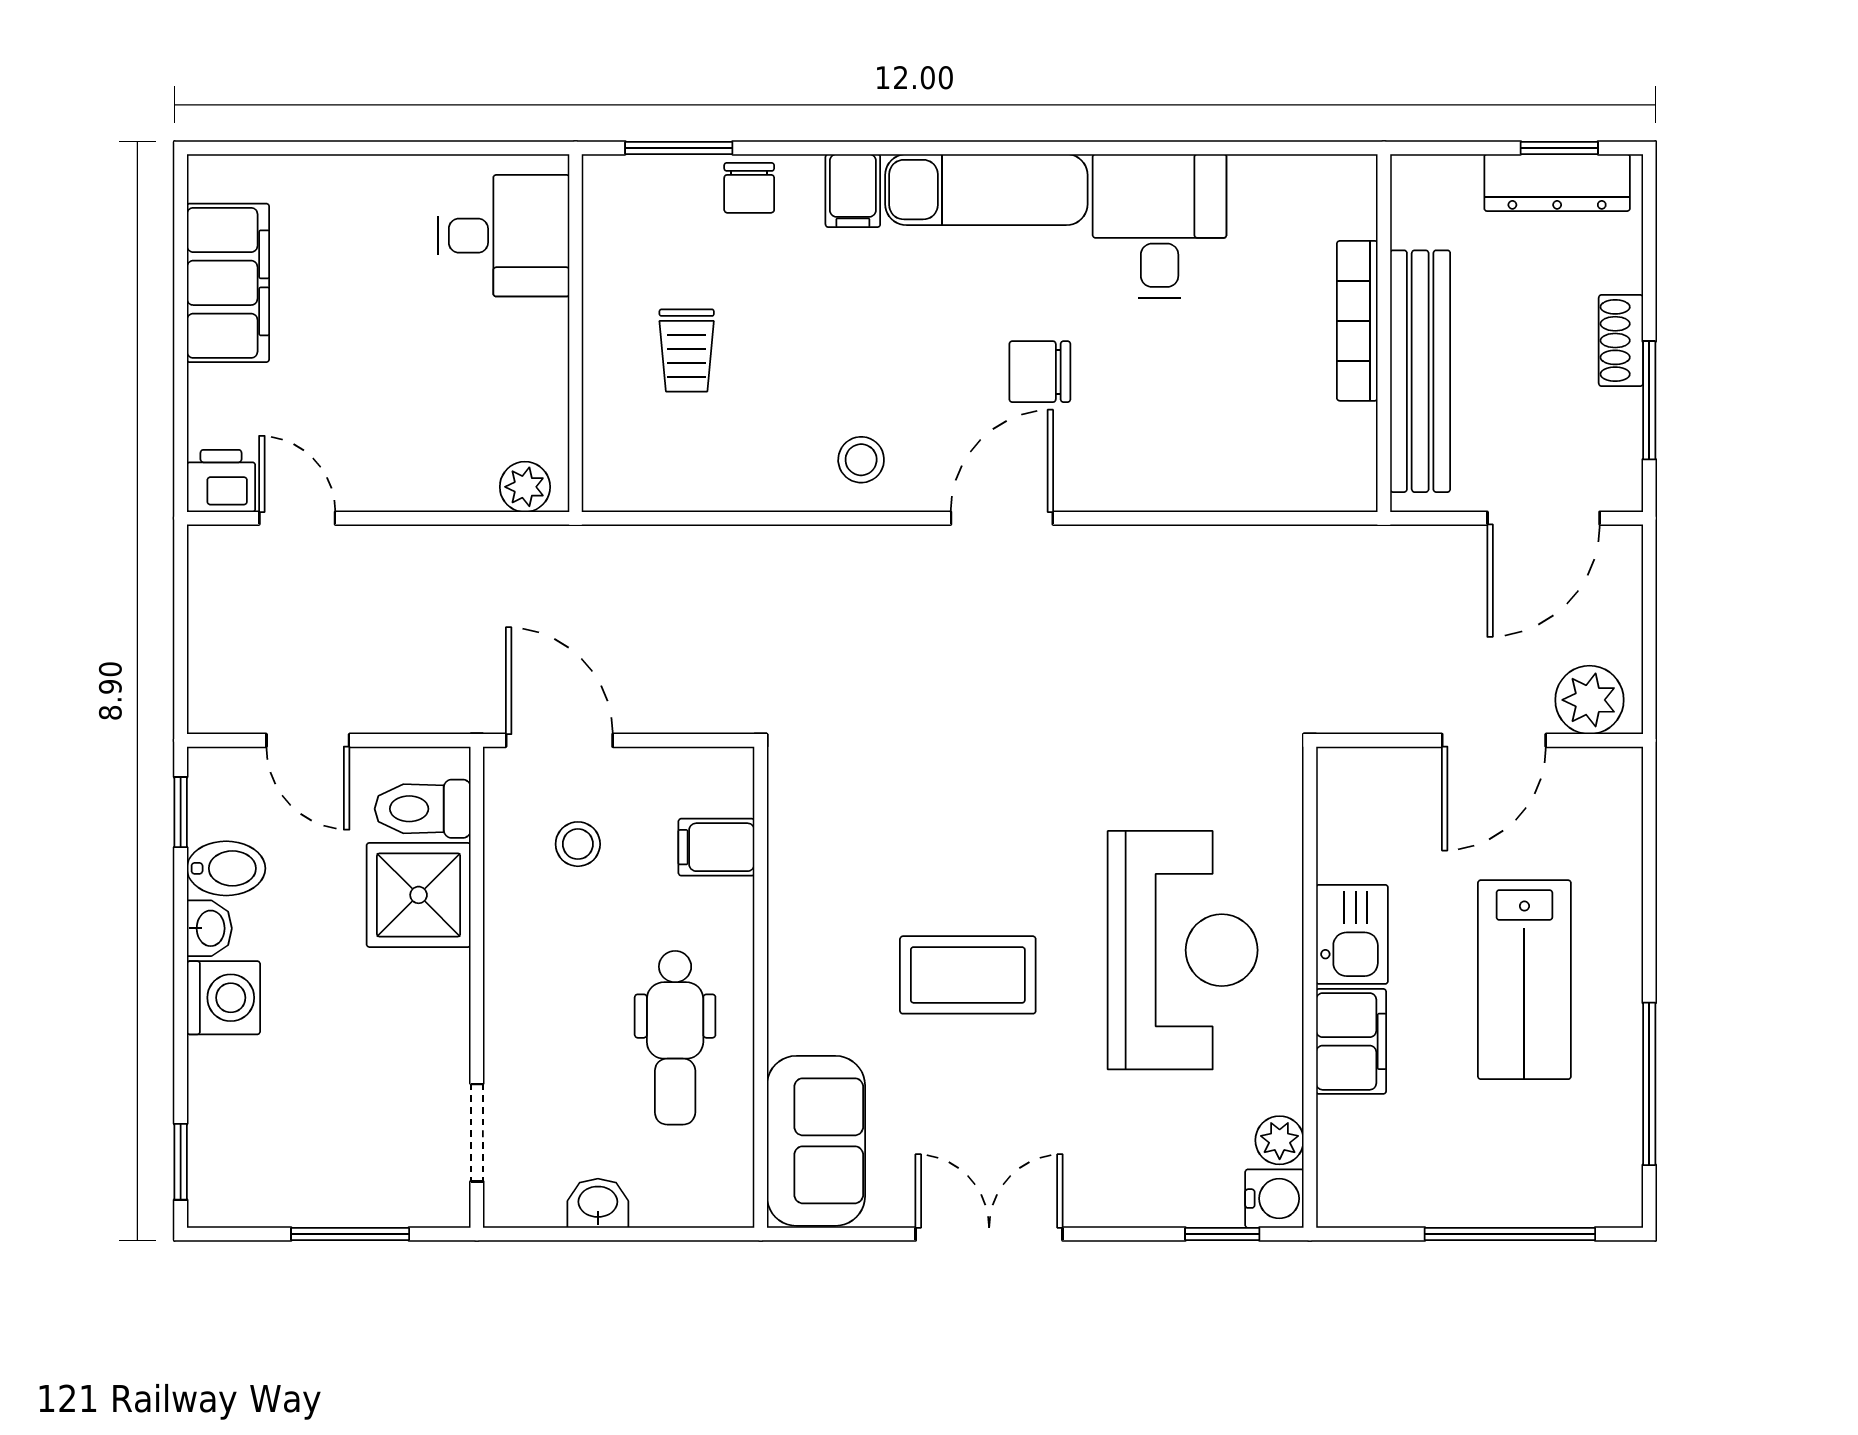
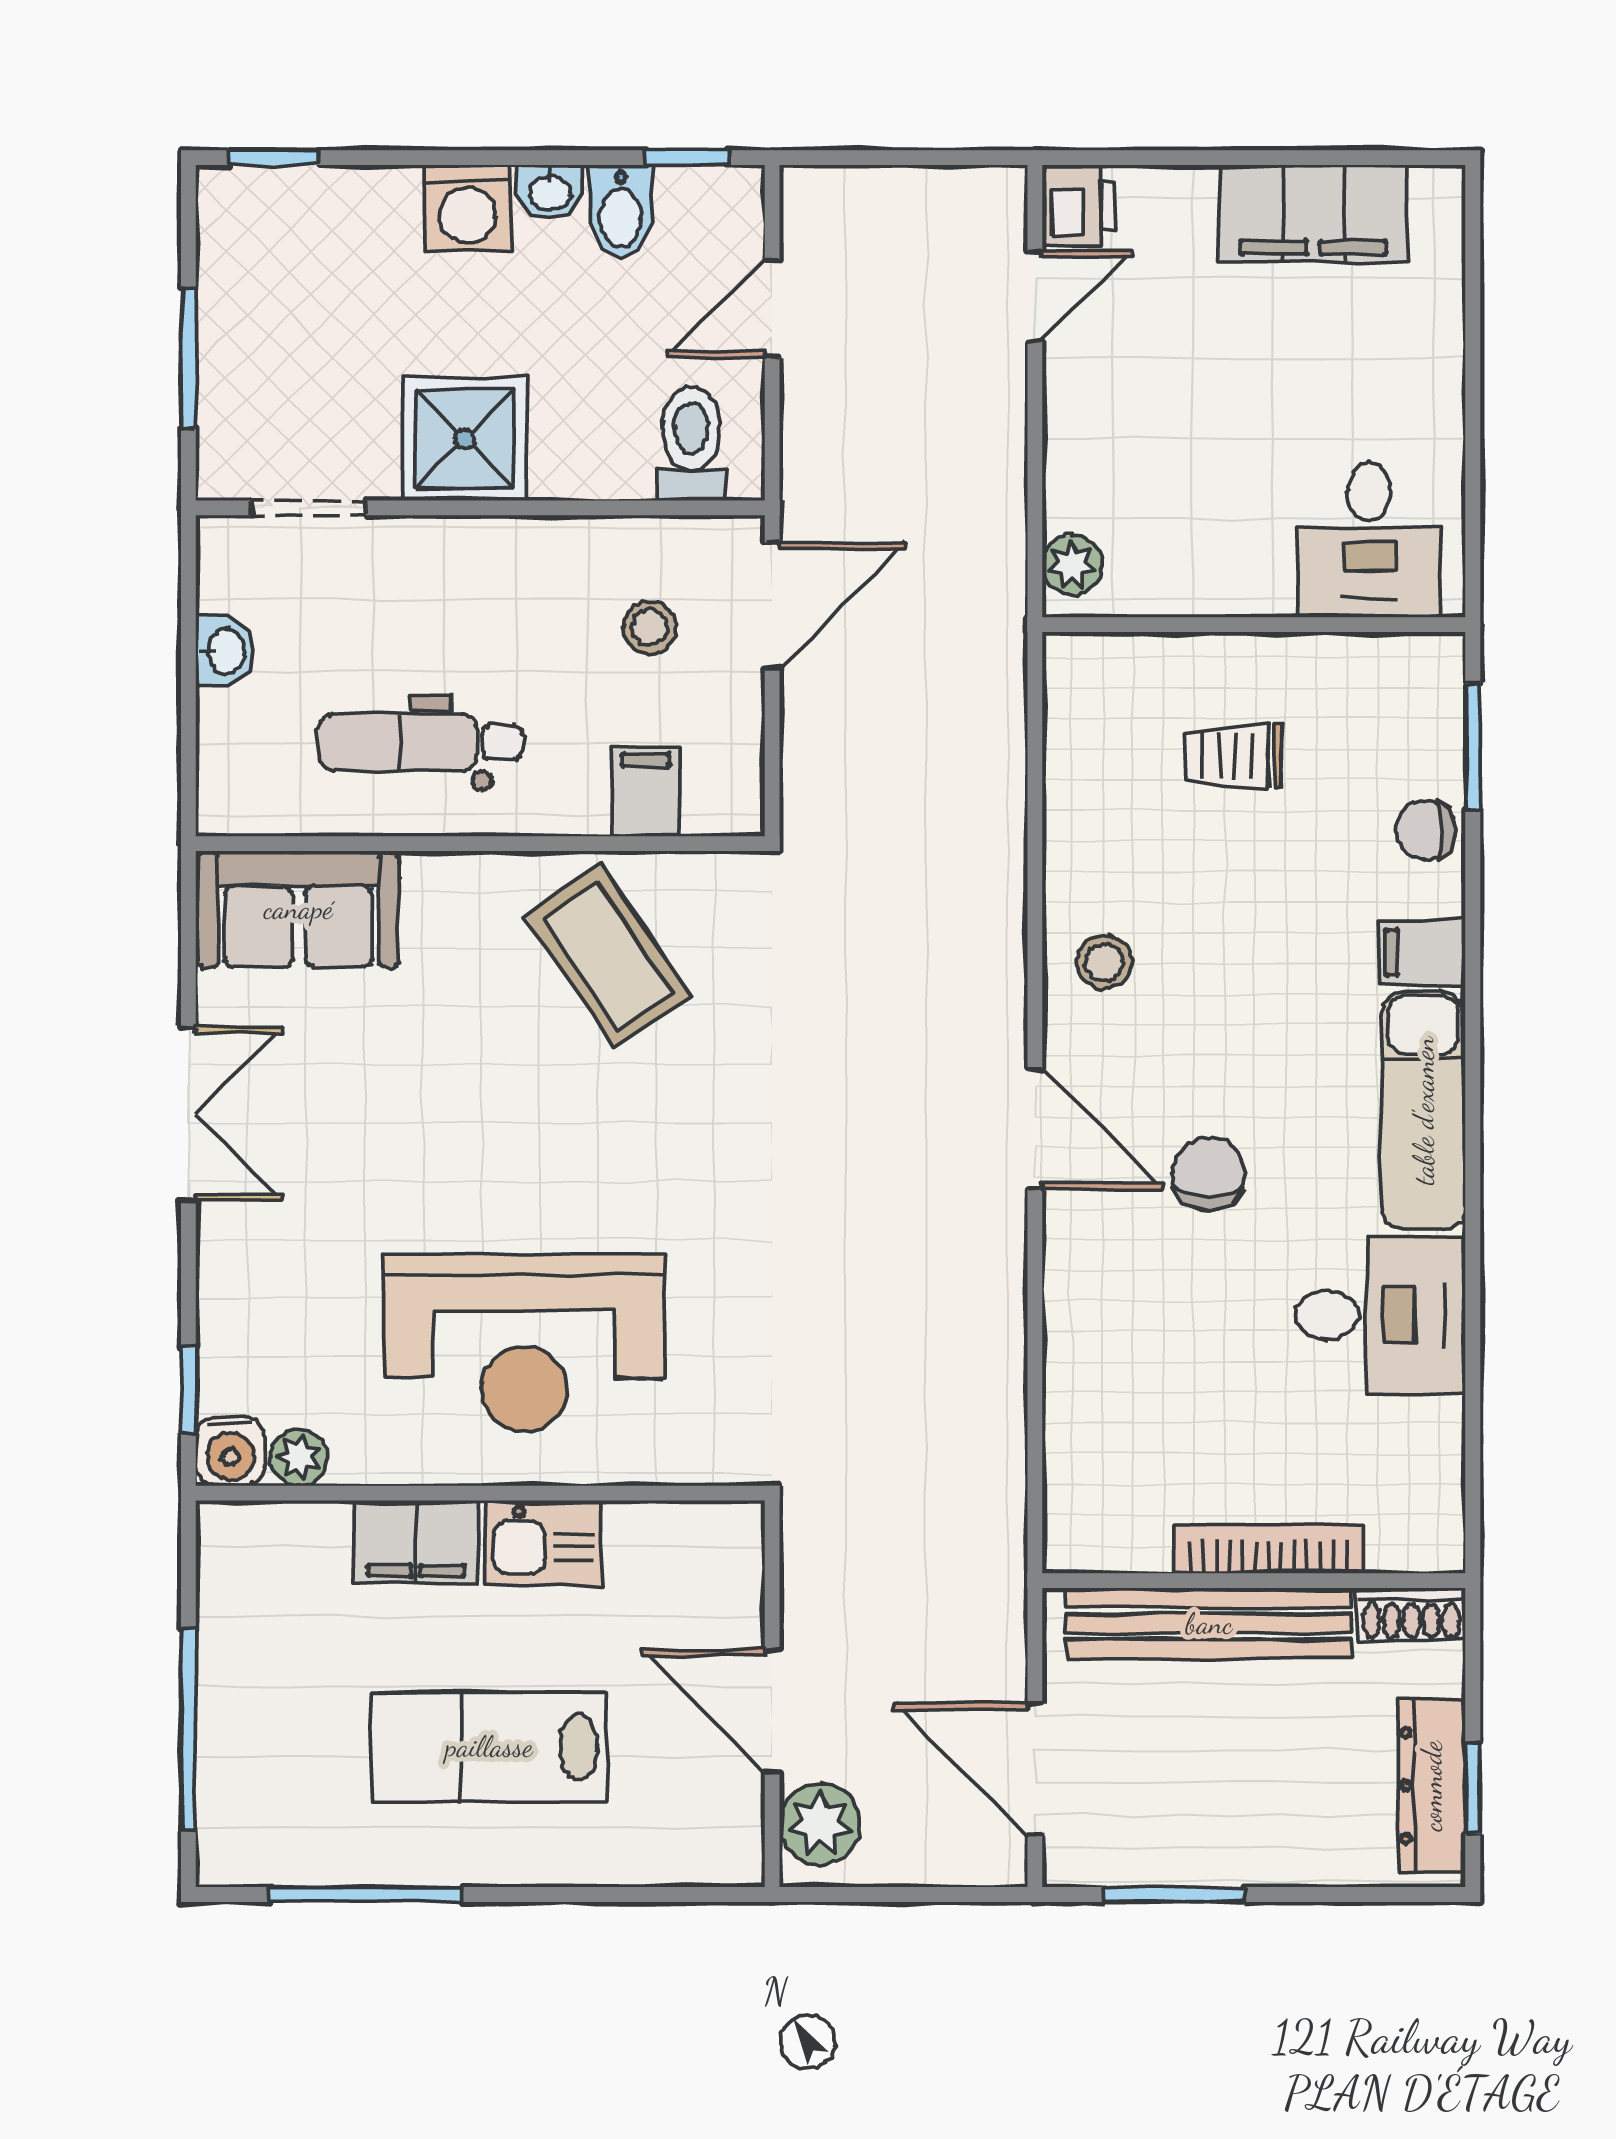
shoe rack: (1621, 341) -> (1411, 1614), moved, turned 180
shower: (419, 895) -> (465, 439), moved
coffee table: (968, 975) -> (607, 956), moved, turned -34

